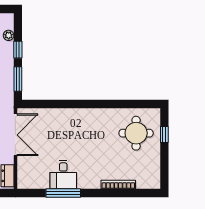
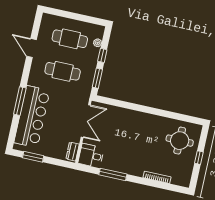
window: (164, 134) -> (199, 158), moved
desk: (63, 175) -> (91, 156), moved, turned 90

